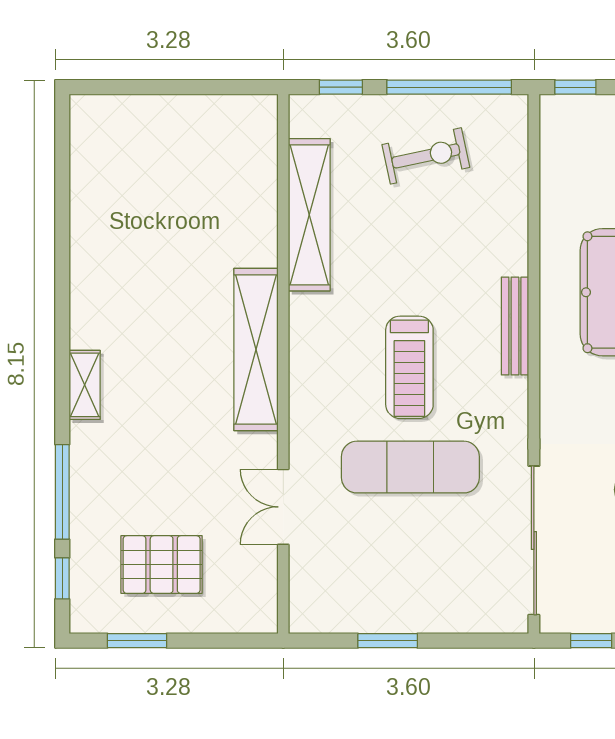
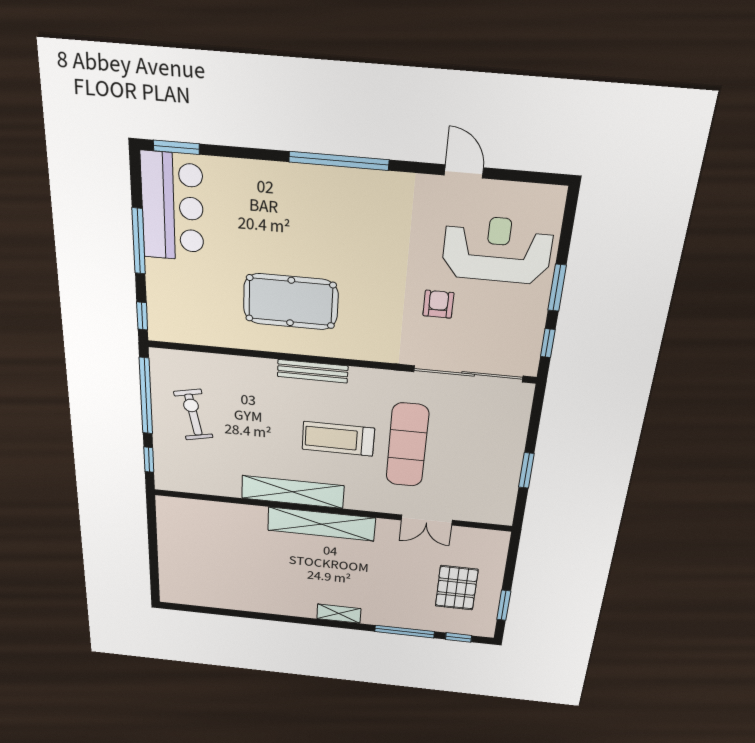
shelving: (309, 215) -> (293, 492), moved
treadmill: (409, 367) -> (338, 439), turned 180

